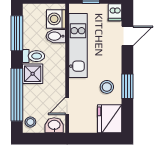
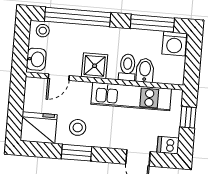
washing machine: (56, 19) -> (174, 44), moved, turned 180
toilet: (34, 56) -> (127, 67), moved, turned 180
shower: (33, 74) -> (95, 66), moved
door: (67, 106) -> (59, 77), swing flipped

